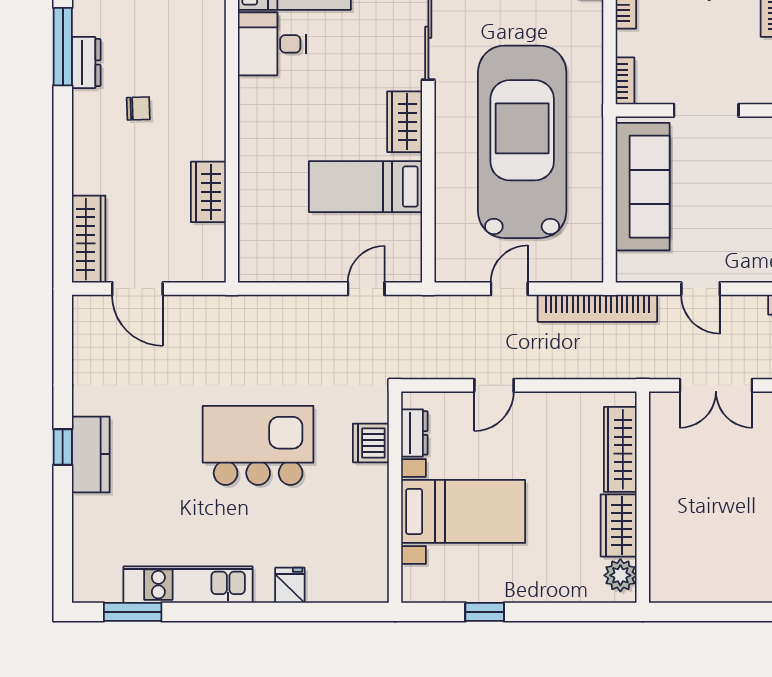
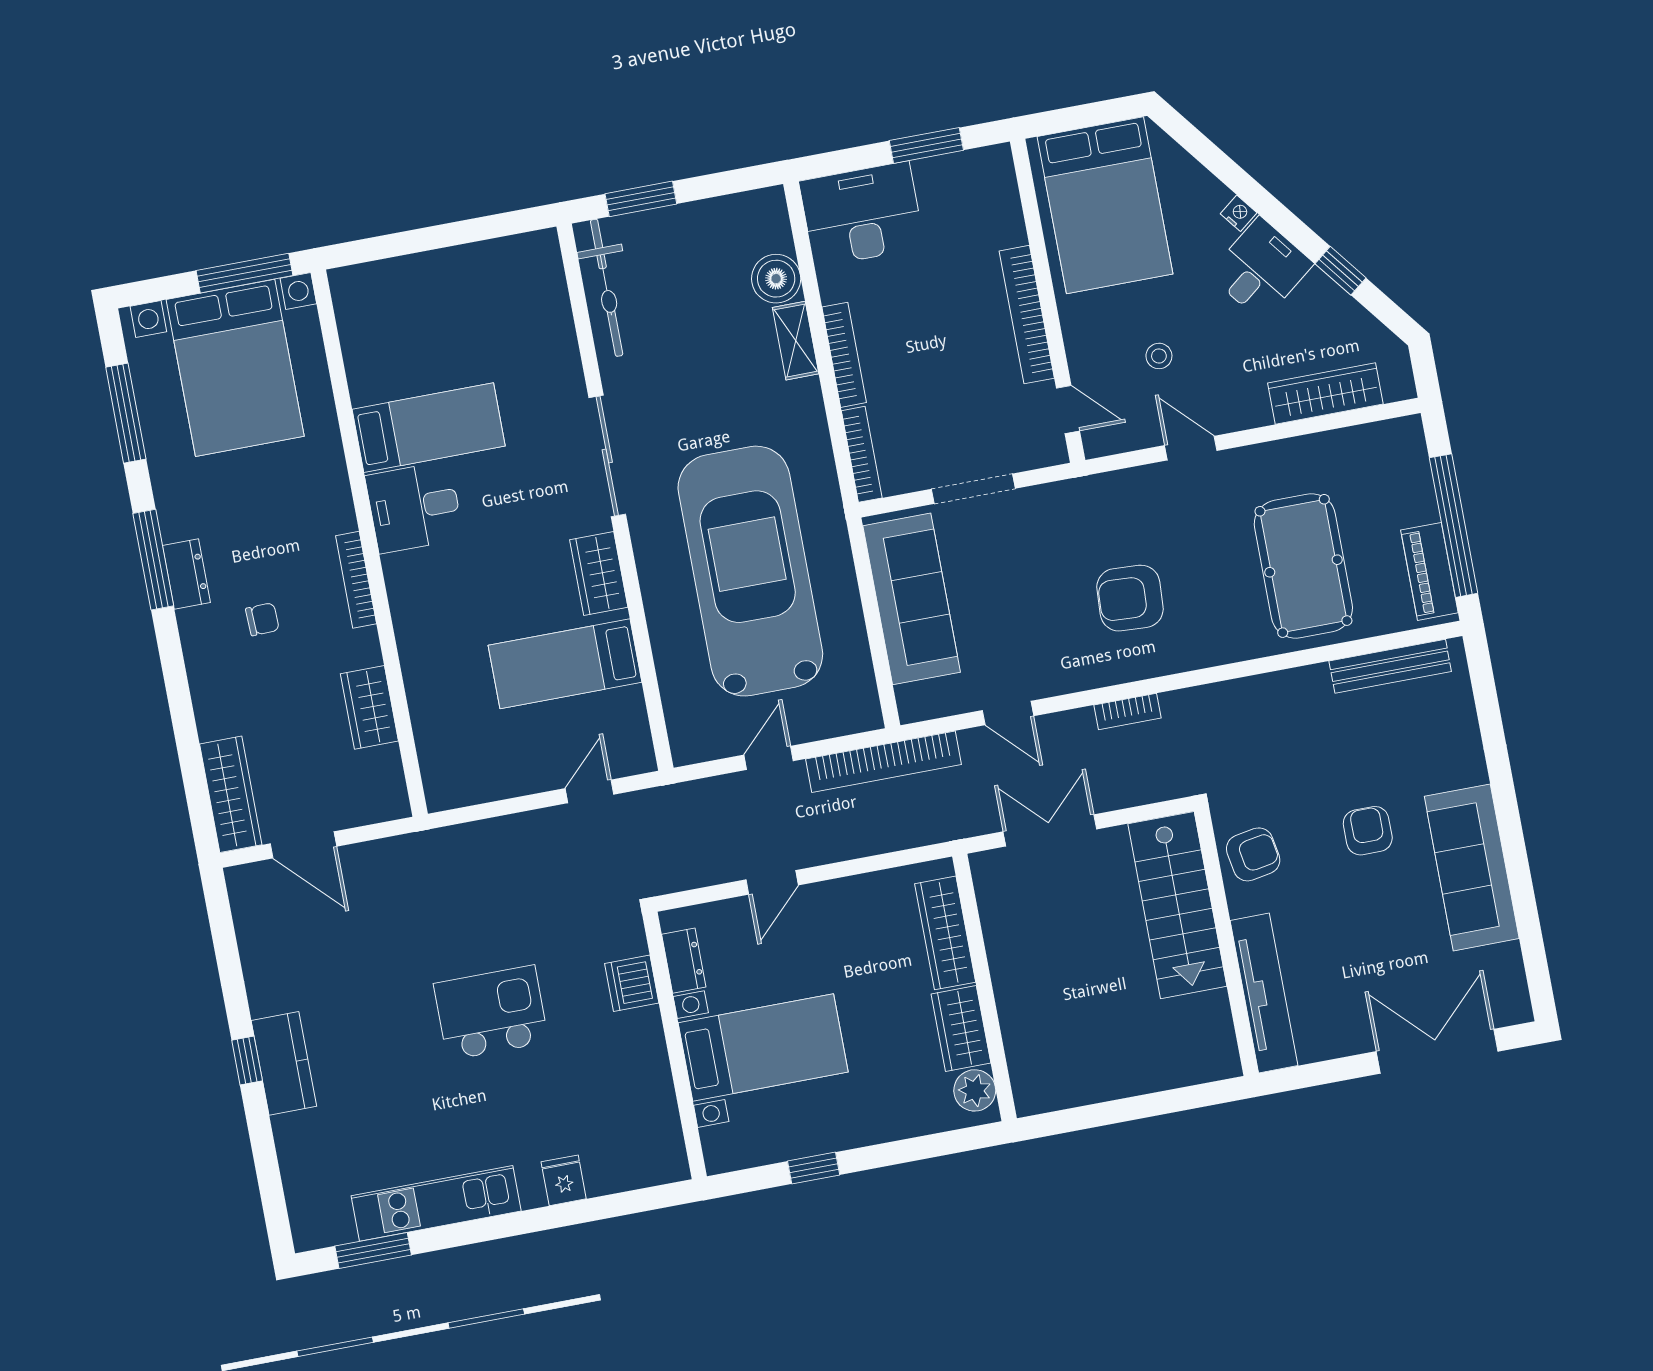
bookcase: (625, 81) -> (862, 454), width x1.56
bookcase: (216, 91) -> (356, 580), added
double door: (716, 385) -> (1050, 830), swing flipped
kitchen island: (258, 445) -> (491, 1013), width x0.73, depth x0.78

